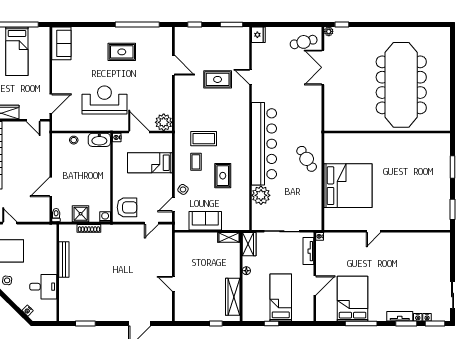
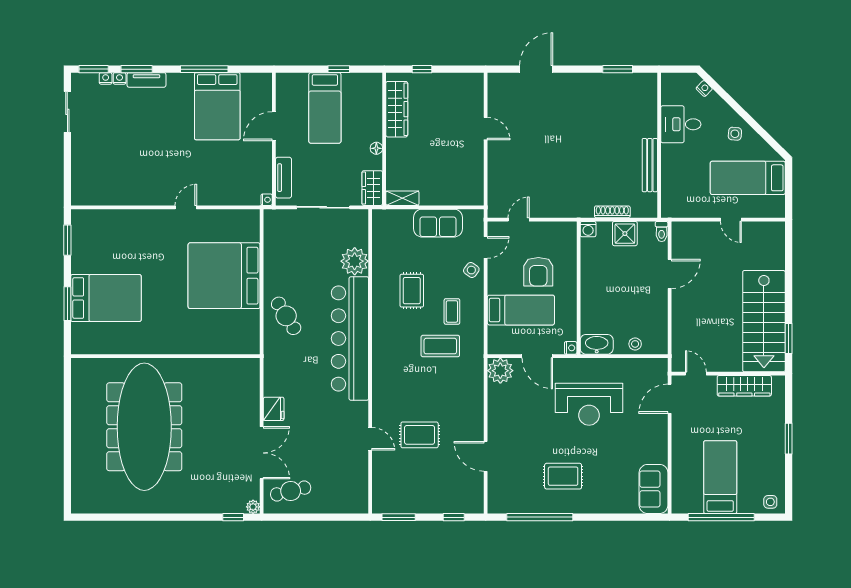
fridge: (258, 35) -> (274, 409), moved, turned 180
bed: (427, 171) -> (106, 298), added
armchair: (127, 207) -> (538, 272), moved, turned -90

